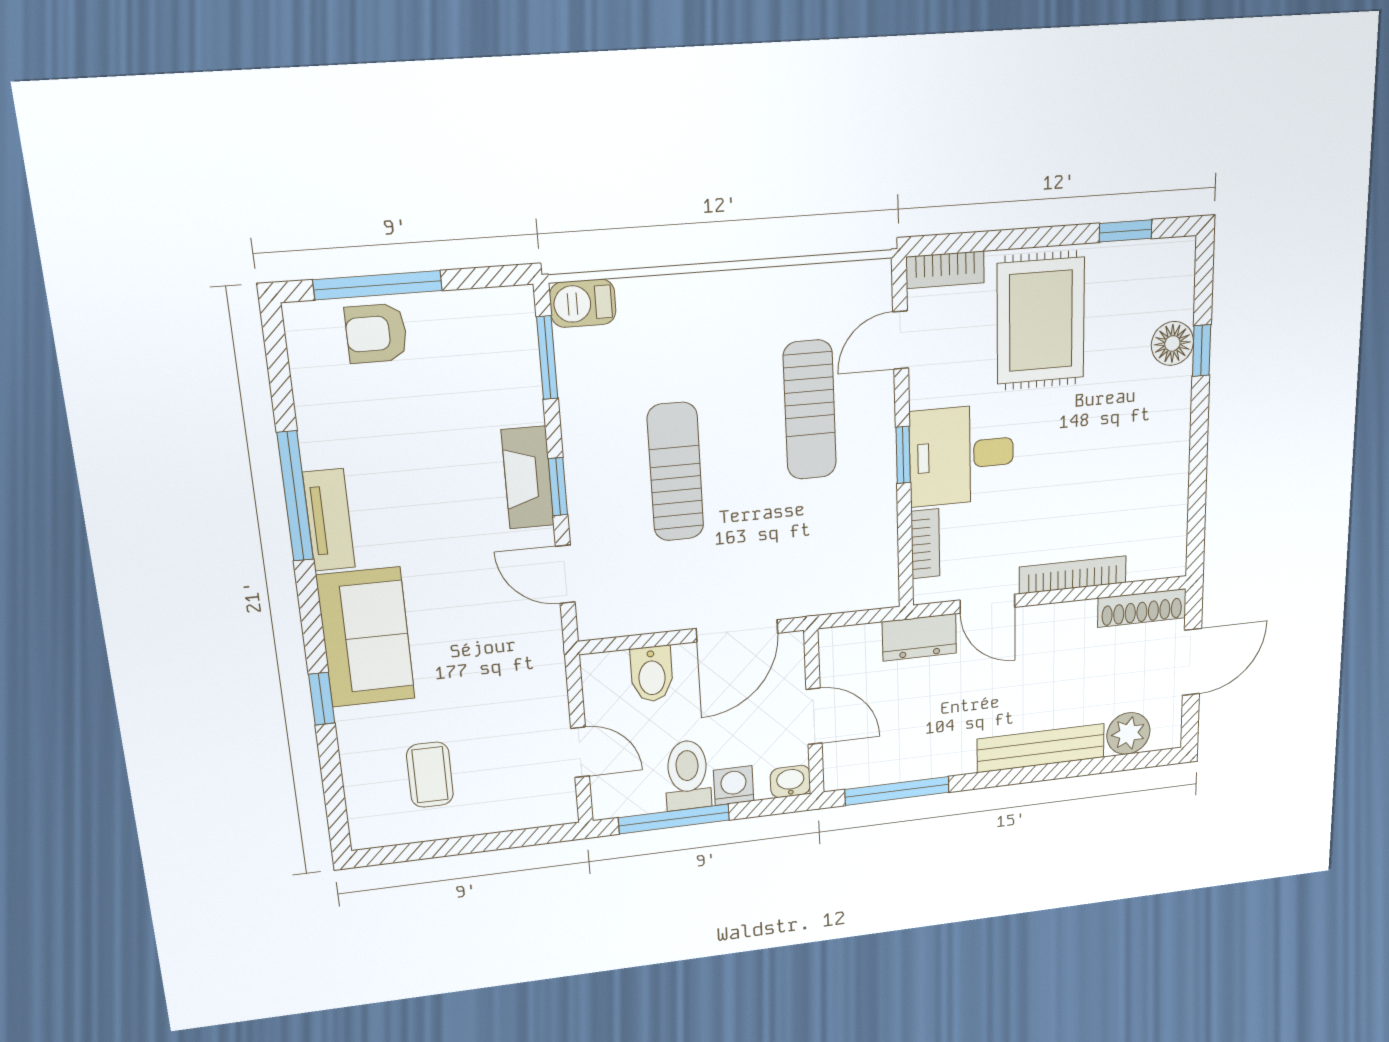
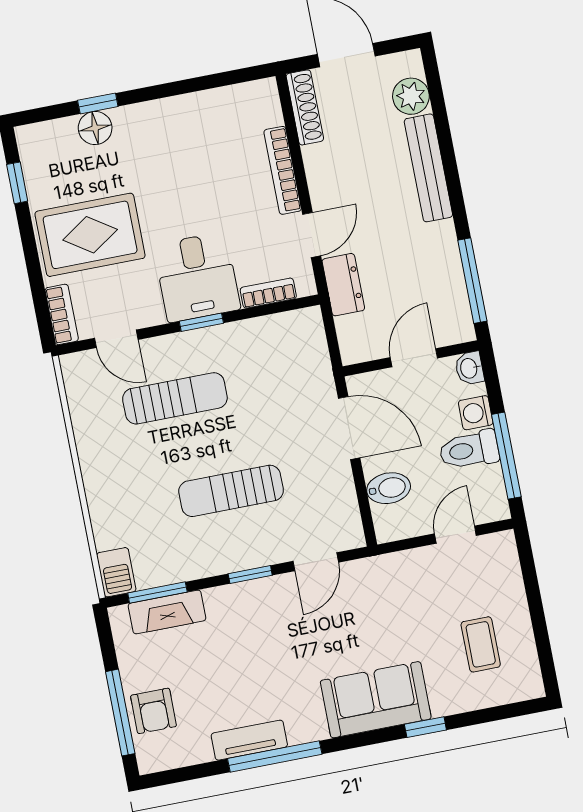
fireplace: (528, 478) -> (167, 612), moved
tv unit: (329, 520) -> (249, 740), moved
coffee table: (430, 775) -> (481, 644), turned 90

